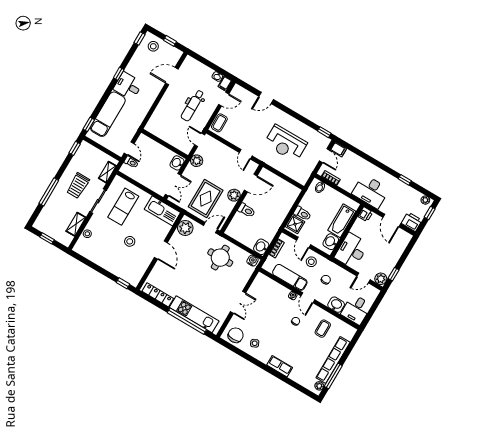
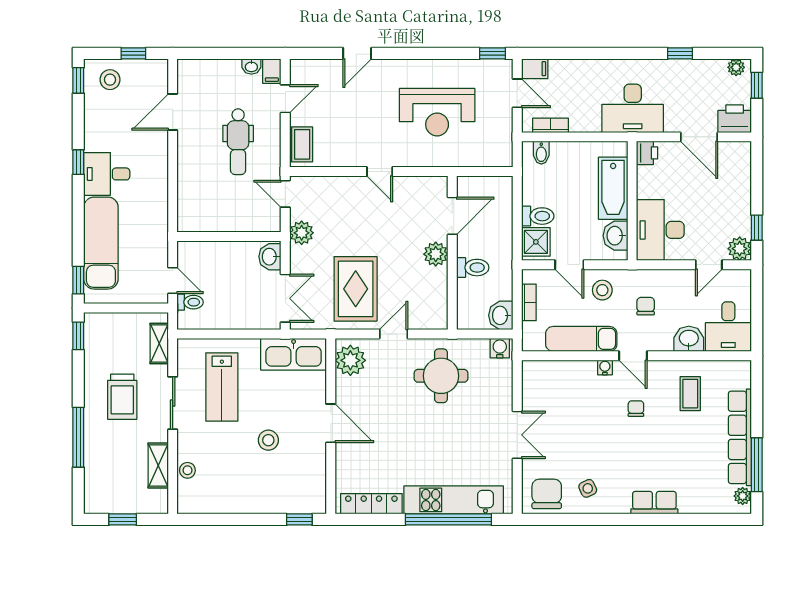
door: (251, 183) -> (452, 216), moved
plant: (234, 195) -> (436, 254), moved
wall: (241, 199) -> (452, 253), moved
toilet: (246, 210) -> (473, 268), moved

